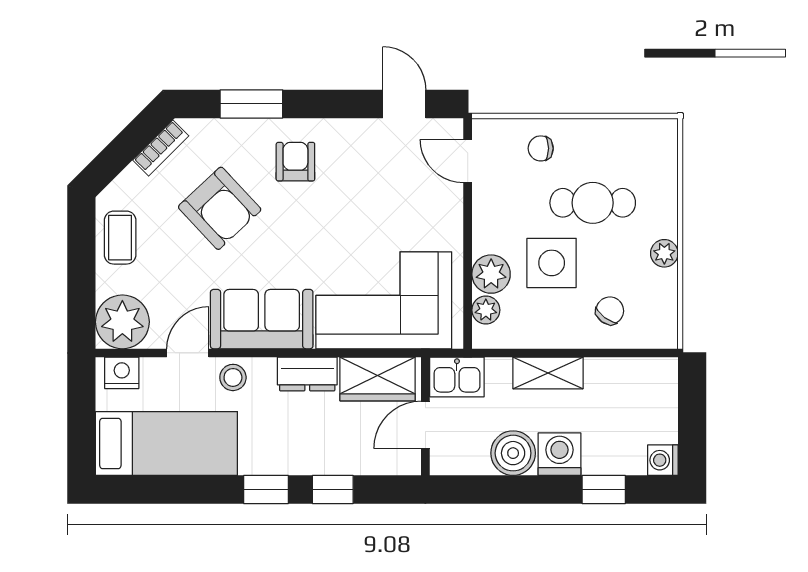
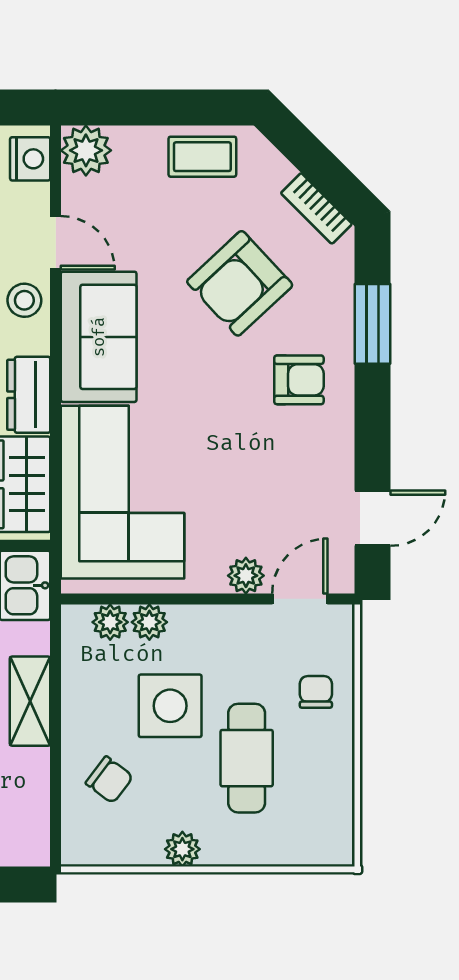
plant: (449, 203) -> (246, 576), added
plant: (491, 274) -> (149, 622), width x0.73, depth x0.73
plant: (122, 322) -> (86, 150), width x0.73, depth x0.73

